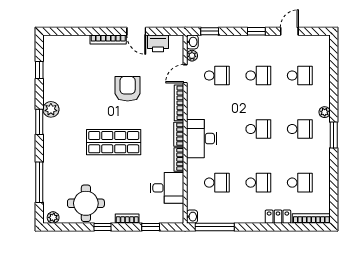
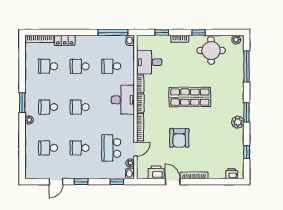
printer: (59, 42) -> (232, 174), added
school desk: (217, 75) -> (111, 148), width x1.85

